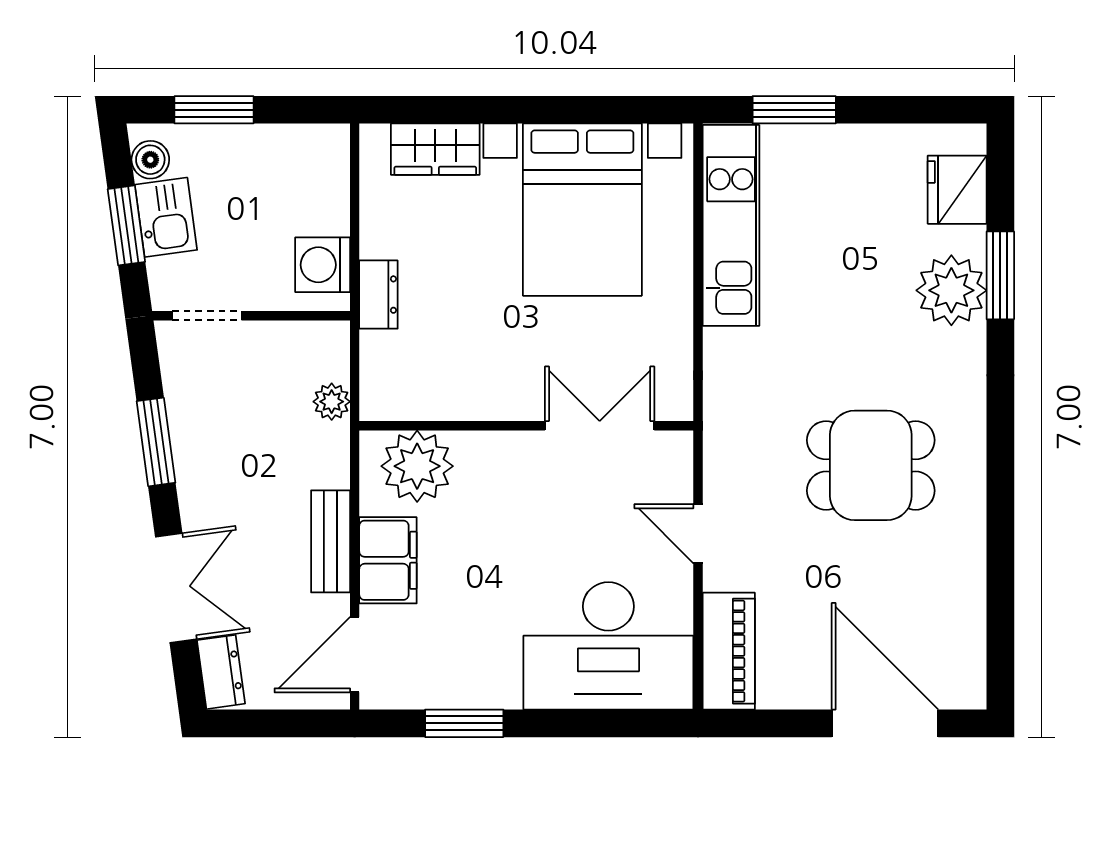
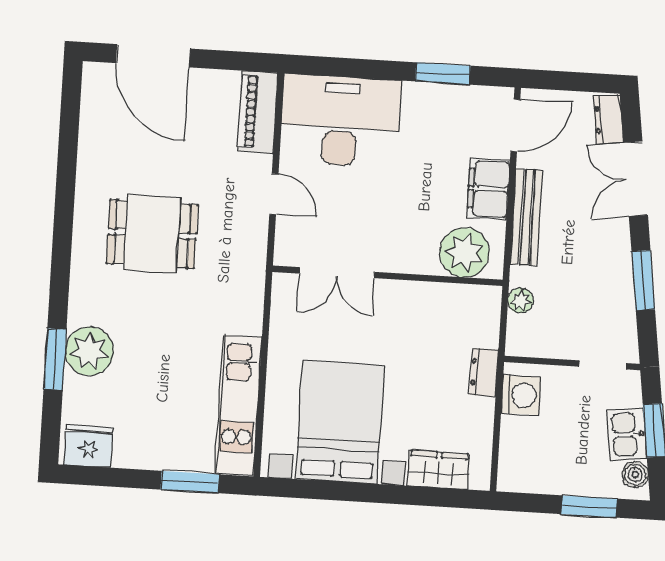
fridge: (957, 190) -> (88, 446), moved, turned -90
bench: (331, 541) -> (526, 217), width x1.36

